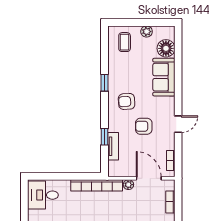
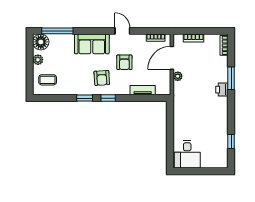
floor lamp: (166, 48) -> (41, 42), moved
window: (178, 53) -> (57, 31), added
sofa: (164, 77) -> (92, 44), moved
window: (105, 137) -> (108, 98), moved
bookcase: (97, 185) -> (178, 105), removed

